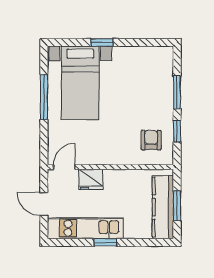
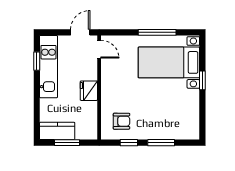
fridge: (91, 179) -> (89, 91), moved
door: (44, 204) -> (80, 32), moved
kitchen counter: (163, 207) -> (57, 131), width x0.67
window: (105, 242) -> (37, 61), moved

